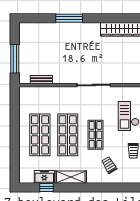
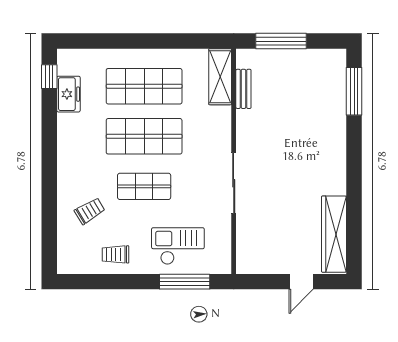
window: (69, 18) -> (354, 91), moved
shelving: (71, 177) -> (220, 77), moved
window: (47, 188) -> (49, 77), moved

